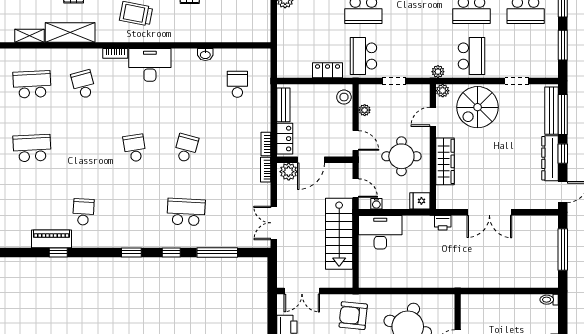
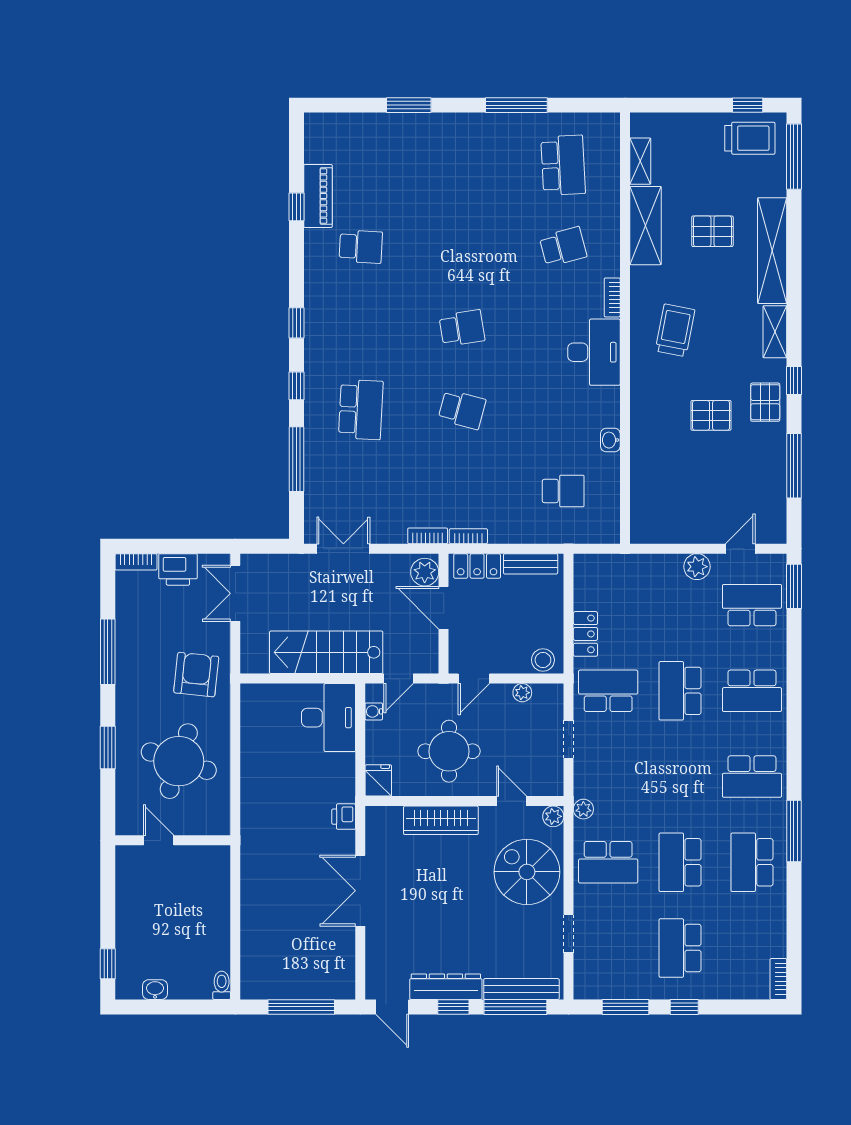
school desk: (32, 148) -> (462, 165), removed

